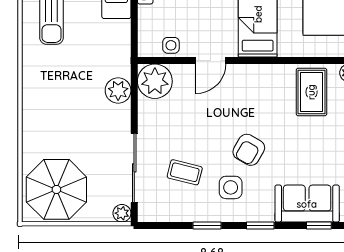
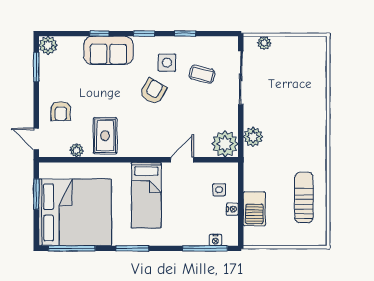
side table: (171, 45) -> (219, 190), moved
parasol: (56, 189) -> (300, 61), removed
plant: (122, 213) -> (264, 43), moved

